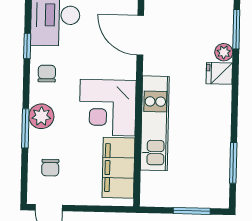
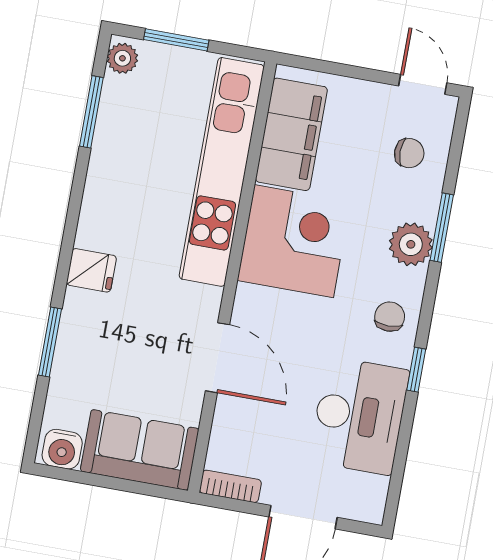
plant: (224, 52) -> (122, 58), moved
chair: (47, 74) -> (390, 317), turned 180
kitchen unit: (155, 123) -> (222, 172), width x1.36
chair: (50, 168) -> (409, 153), turned 90

